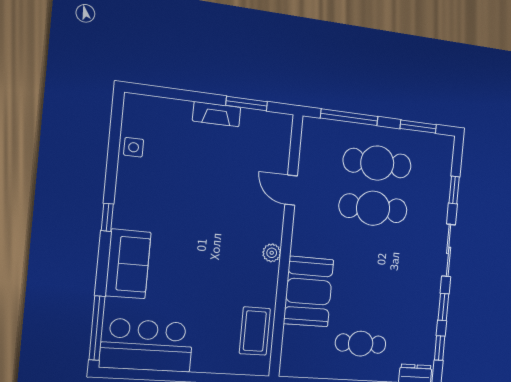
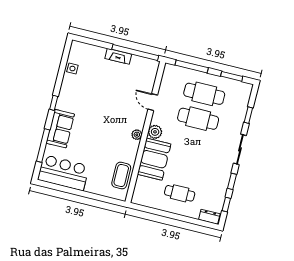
window: (247, 104) -> (135, 52), width x2.11
plant: (303, 243) -> (155, 132), added
window: (97, 328) -> (43, 145), moved

